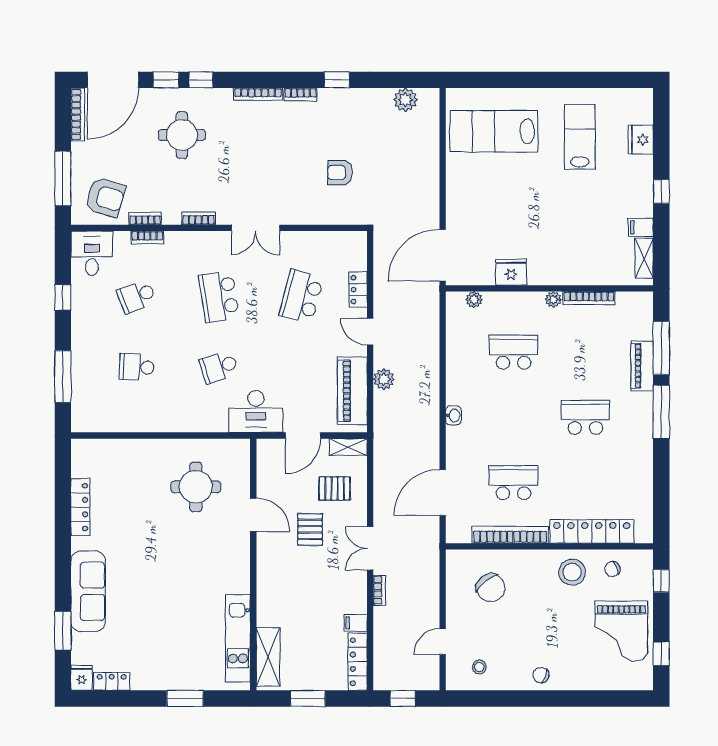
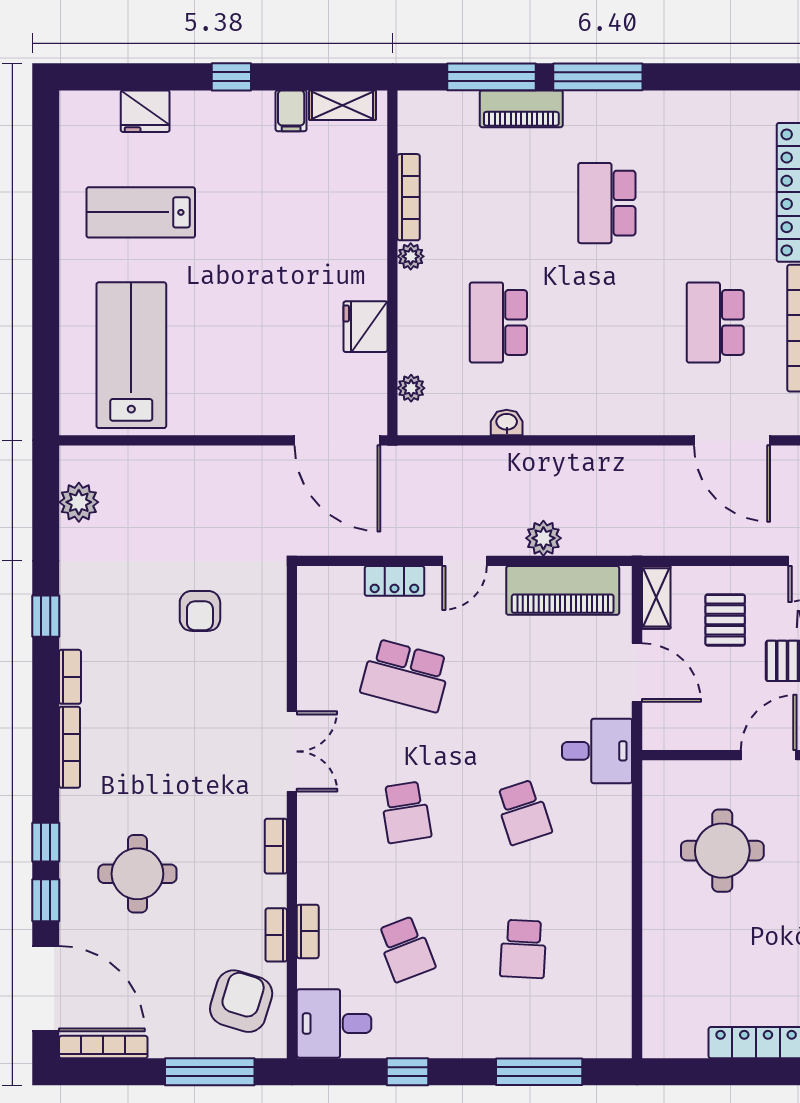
lab bench: (494, 131) -> (131, 355), turned 180
school desk: (219, 296) -> (406, 812), width x0.54
desk: (256, 411) -> (597, 751), width x0.73
washbasin: (453, 415) -> (507, 422), moved

